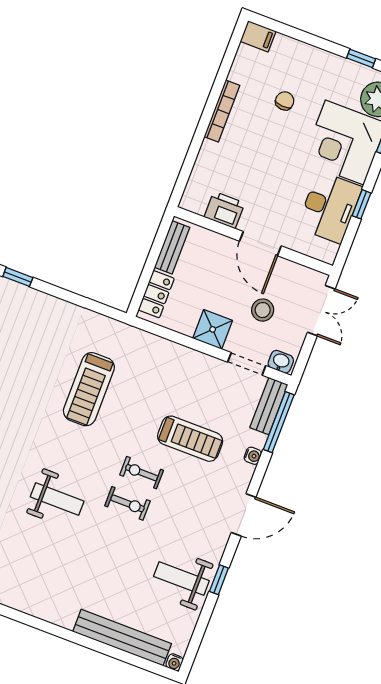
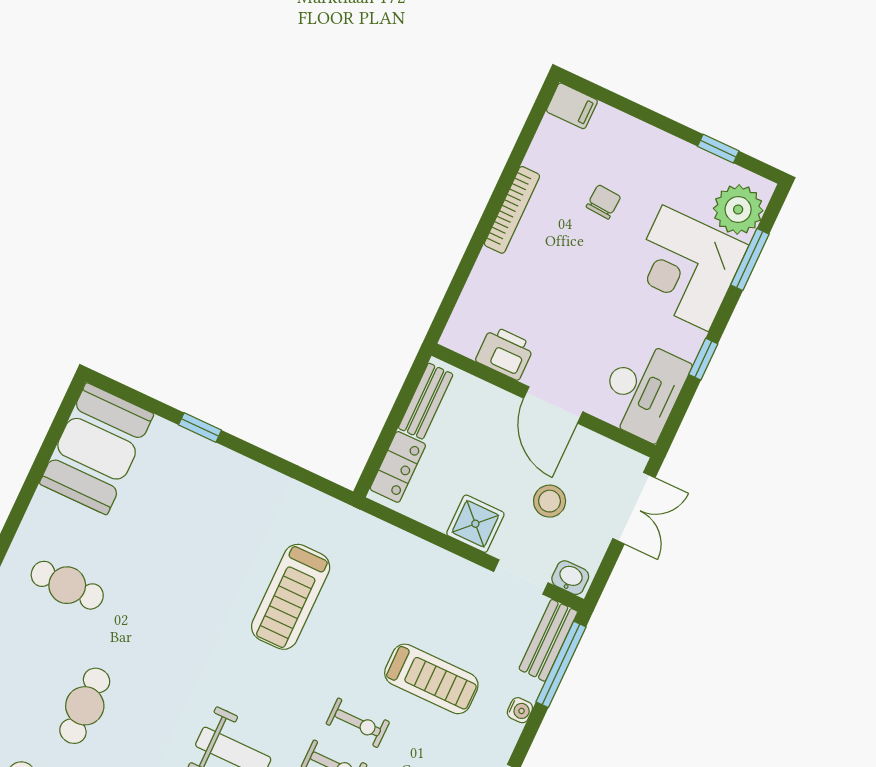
desk: (330, 207) -> (643, 390), moved
exercise bike: (142, 473) -> (358, 723), turned 180

